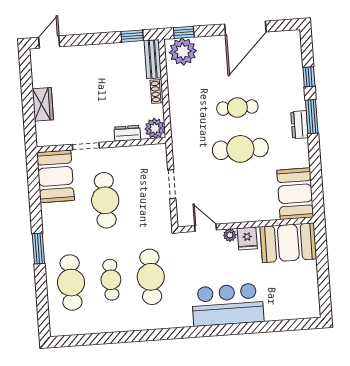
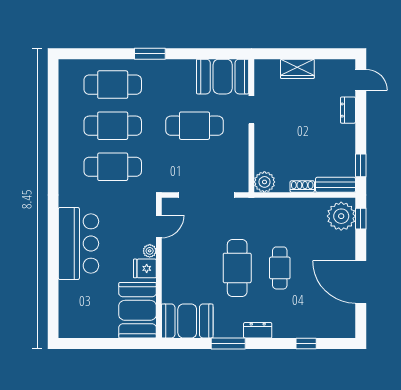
window: (312, 117) -> (228, 344), moved
dresser: (127, 133) -> (348, 110), moved, turned 180
doorway: (172, 184) -> (206, 195), width x1.87
cafe table: (111, 280) -> (113, 126), width x1.37, depth x1.35

